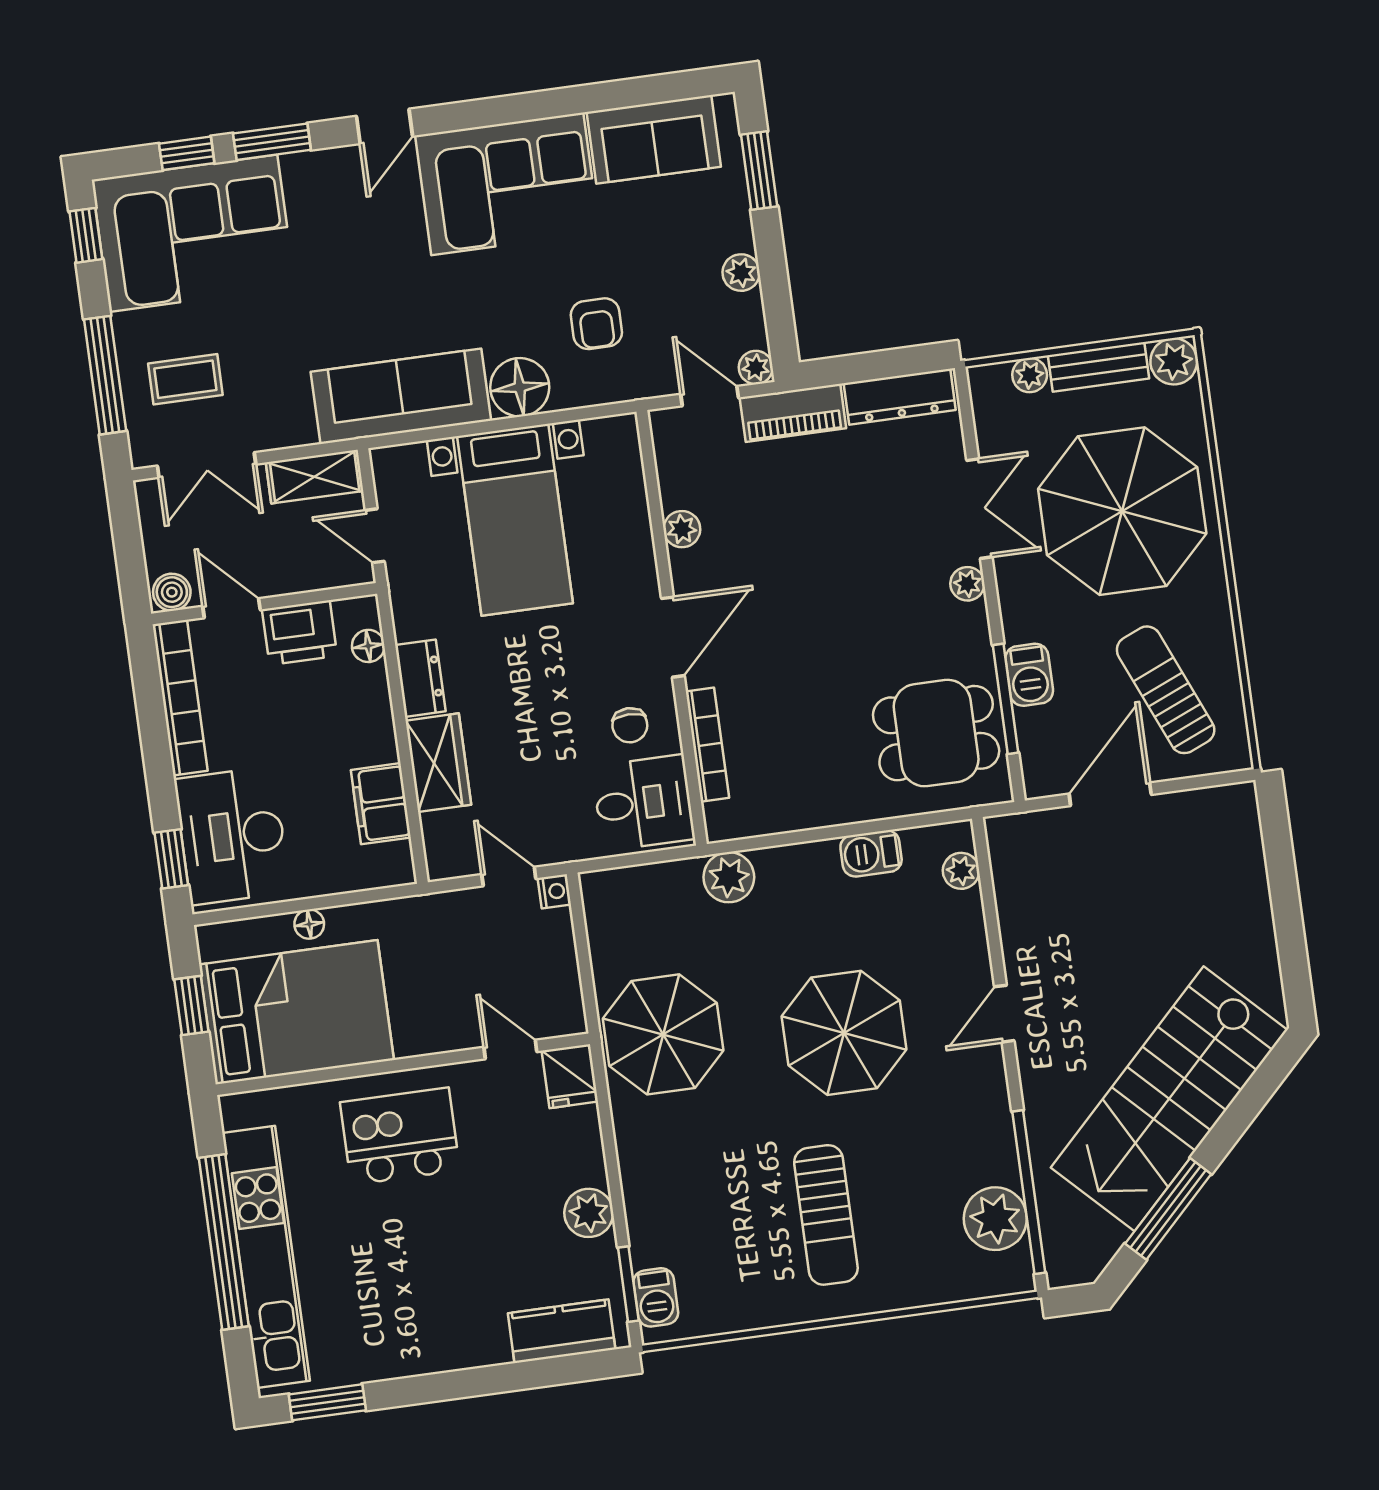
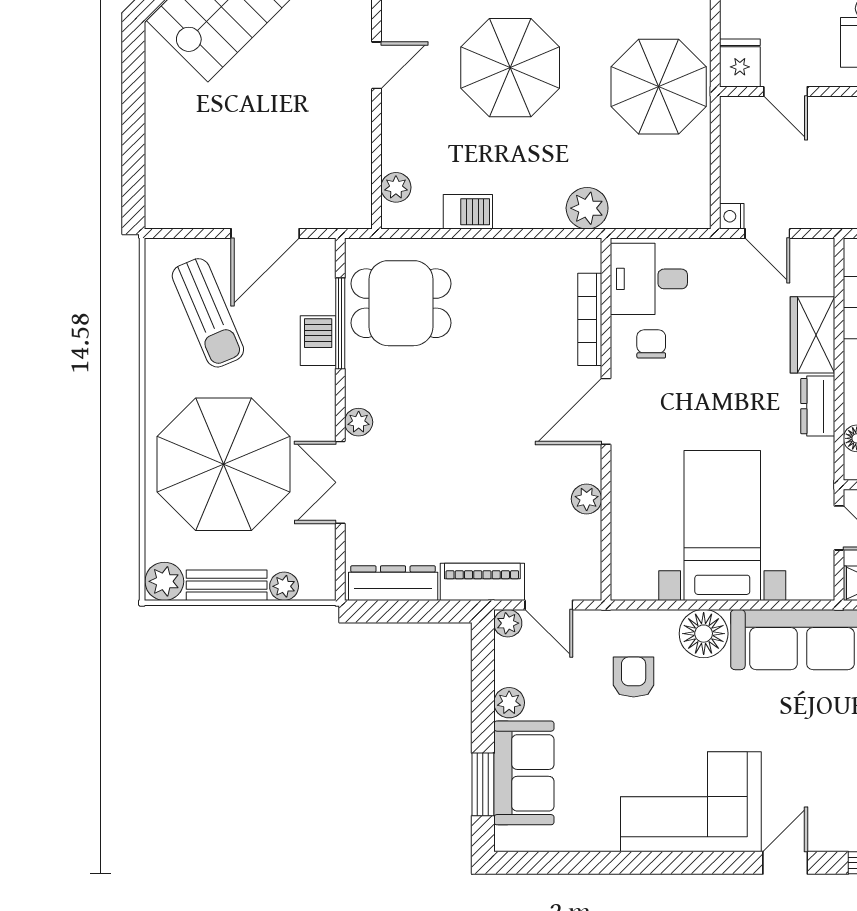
sofa: (654, 139) -> (524, 773), moved, turned 90

